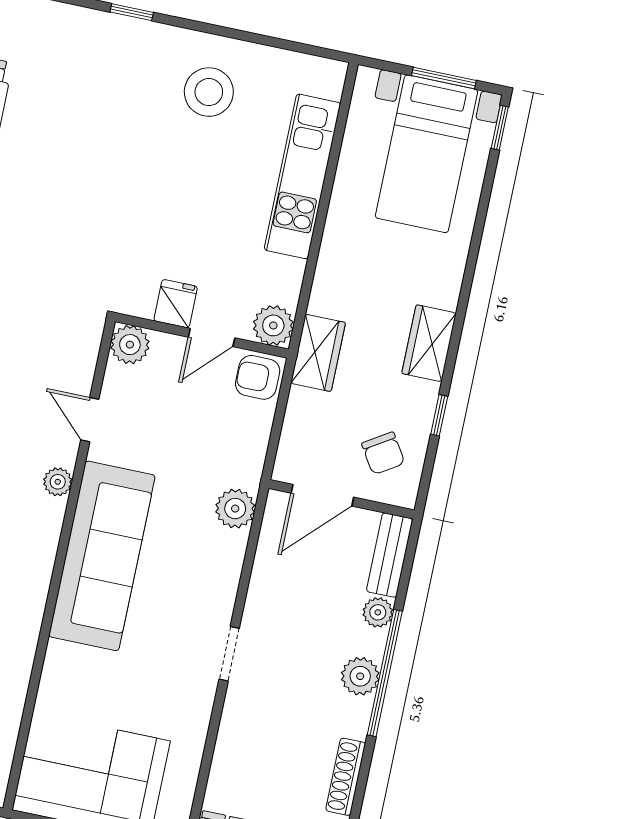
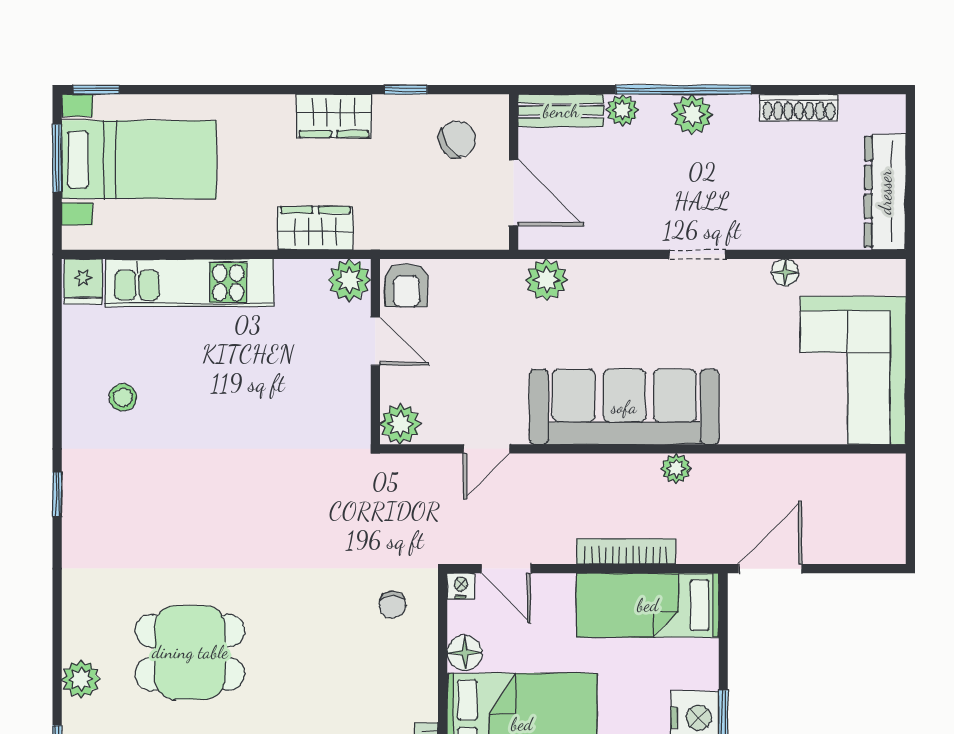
stool: (209, 92) -> (123, 397), width x0.53, depth x0.53
fridge: (176, 304) -> (83, 281), moved, turned -90
wardrobe: (318, 353) -> (315, 228), moved
plant: (58, 482) -> (676, 469), moved
floor lamp: (195, 732) -> (785, 272), added

